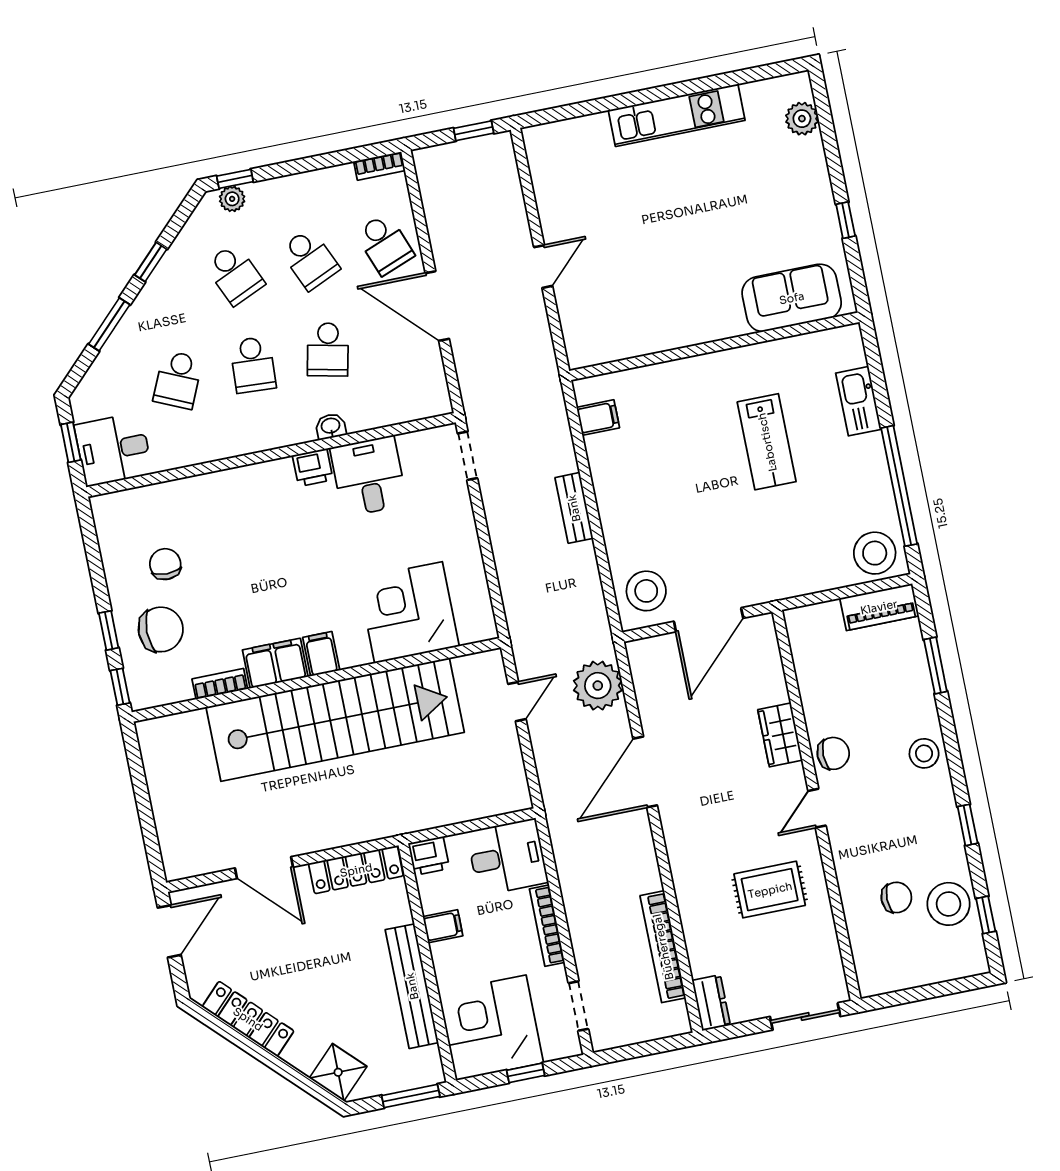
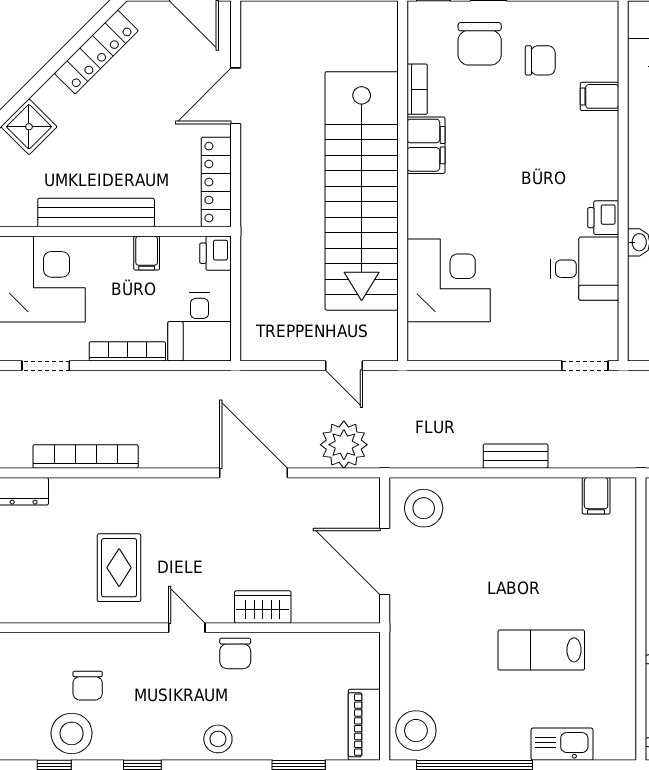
filing cabinet: (321, 654) -> (600, 96), moved, turned 180

